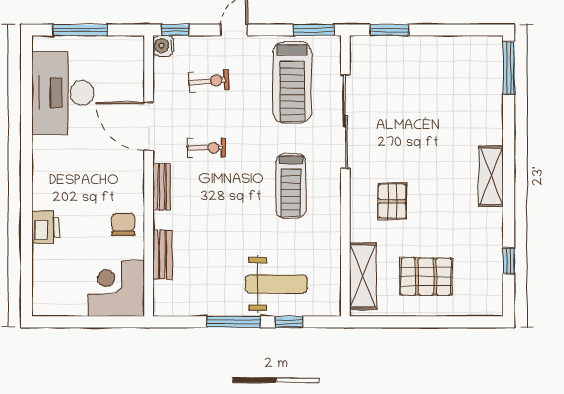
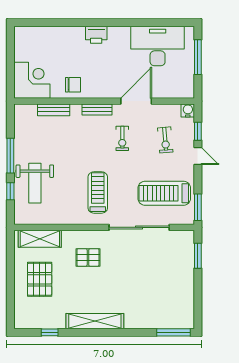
window: (175, 30) -> (198, 131), moved
shelving: (491, 176) -> (95, 321), width x1.47
treadmill: (291, 186) -> (98, 192), turned 90
printer: (45, 227) -> (96, 35), moved

